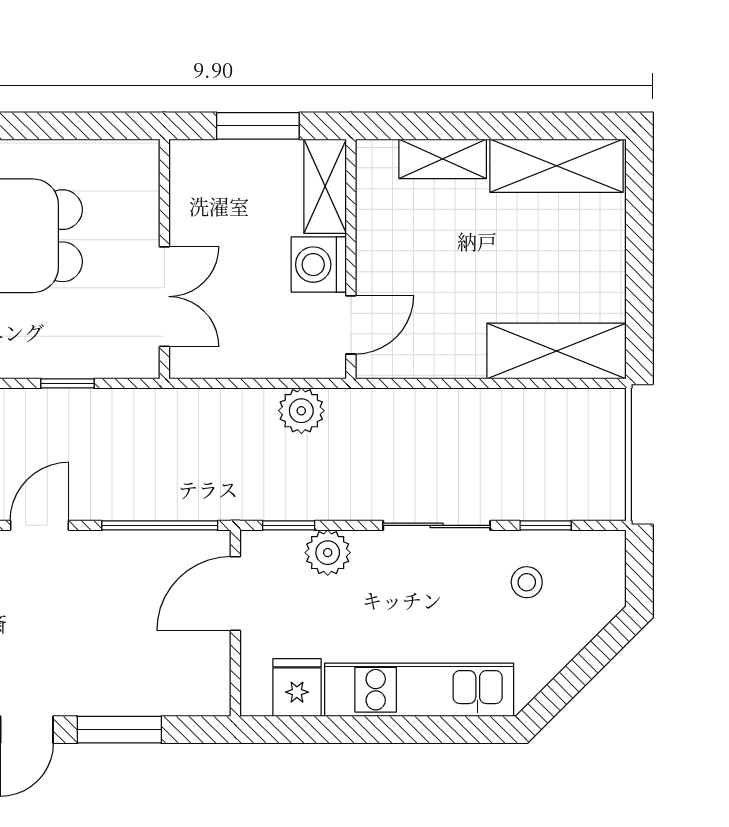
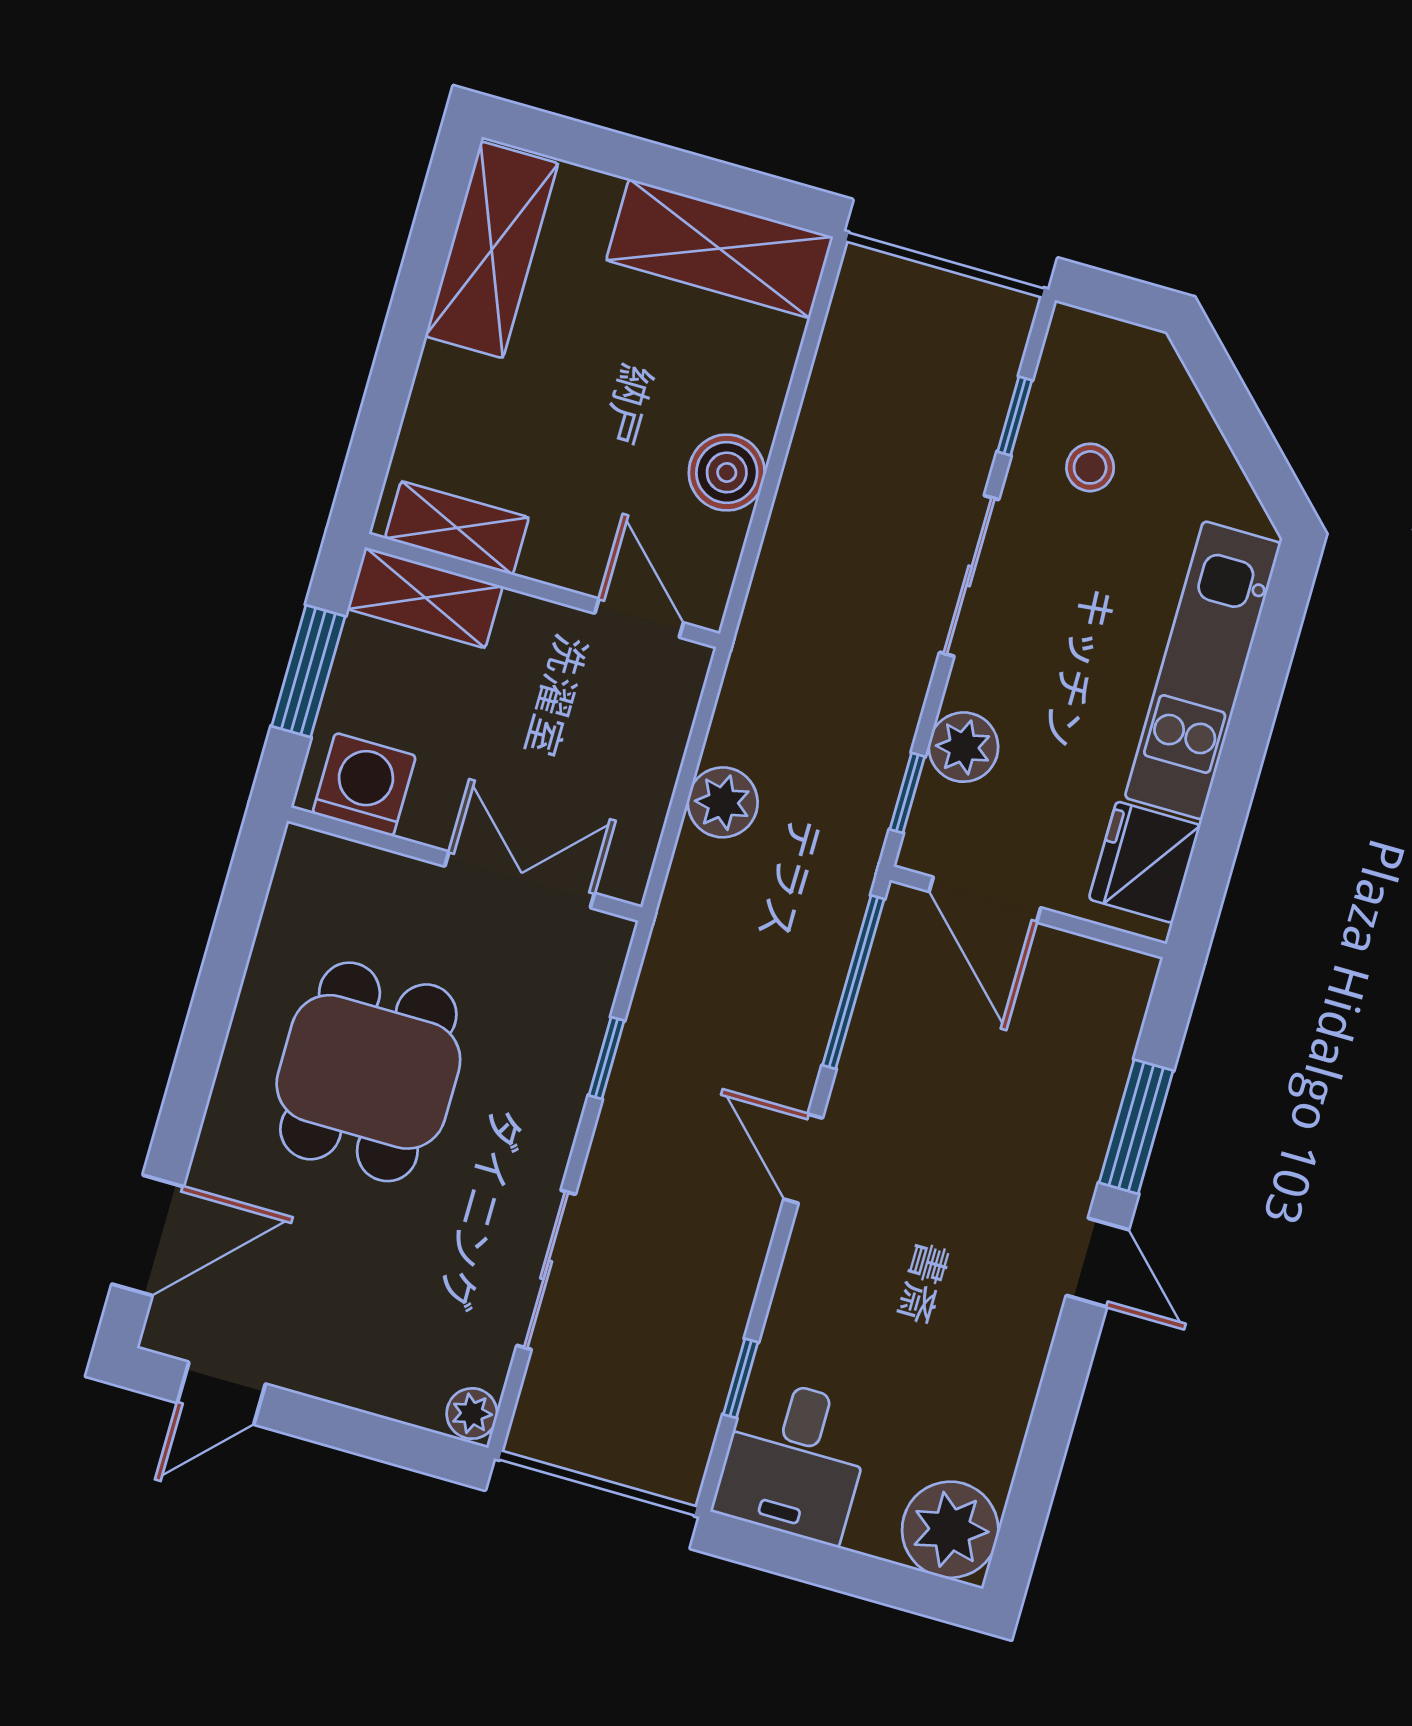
shelving: (443, 159) -> (457, 528), moved, turned 90
washing machine: (319, 265) -> (364, 785), moved, turned 180
shelving: (556, 351) -> (720, 249), moved, turned 90
boiler: (458, 354) -> (727, 472), added
plant: (301, 411) -> (723, 802), moved
fridge: (297, 688) -> (1145, 862), width x1.38

